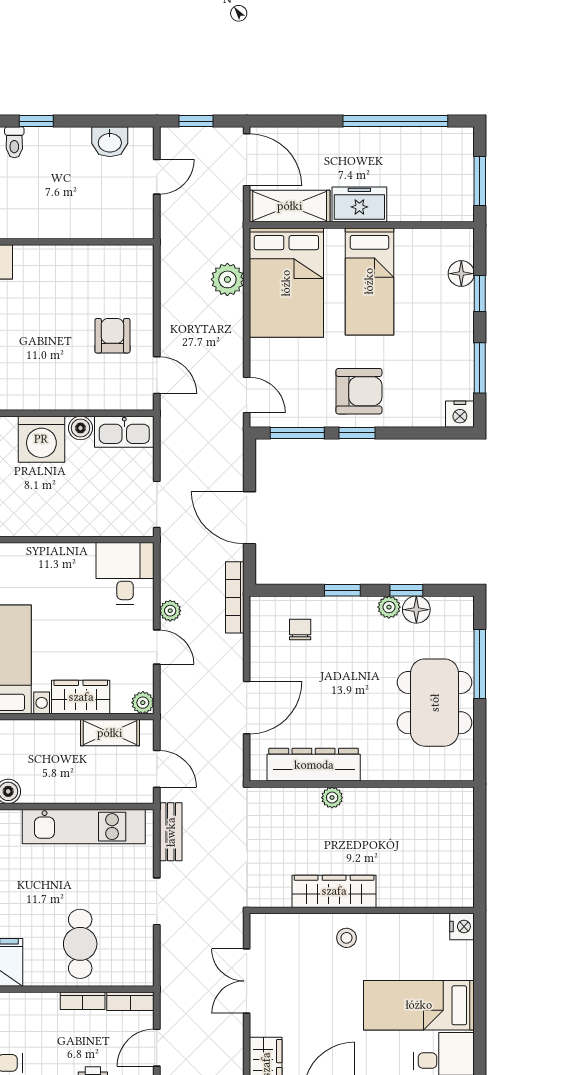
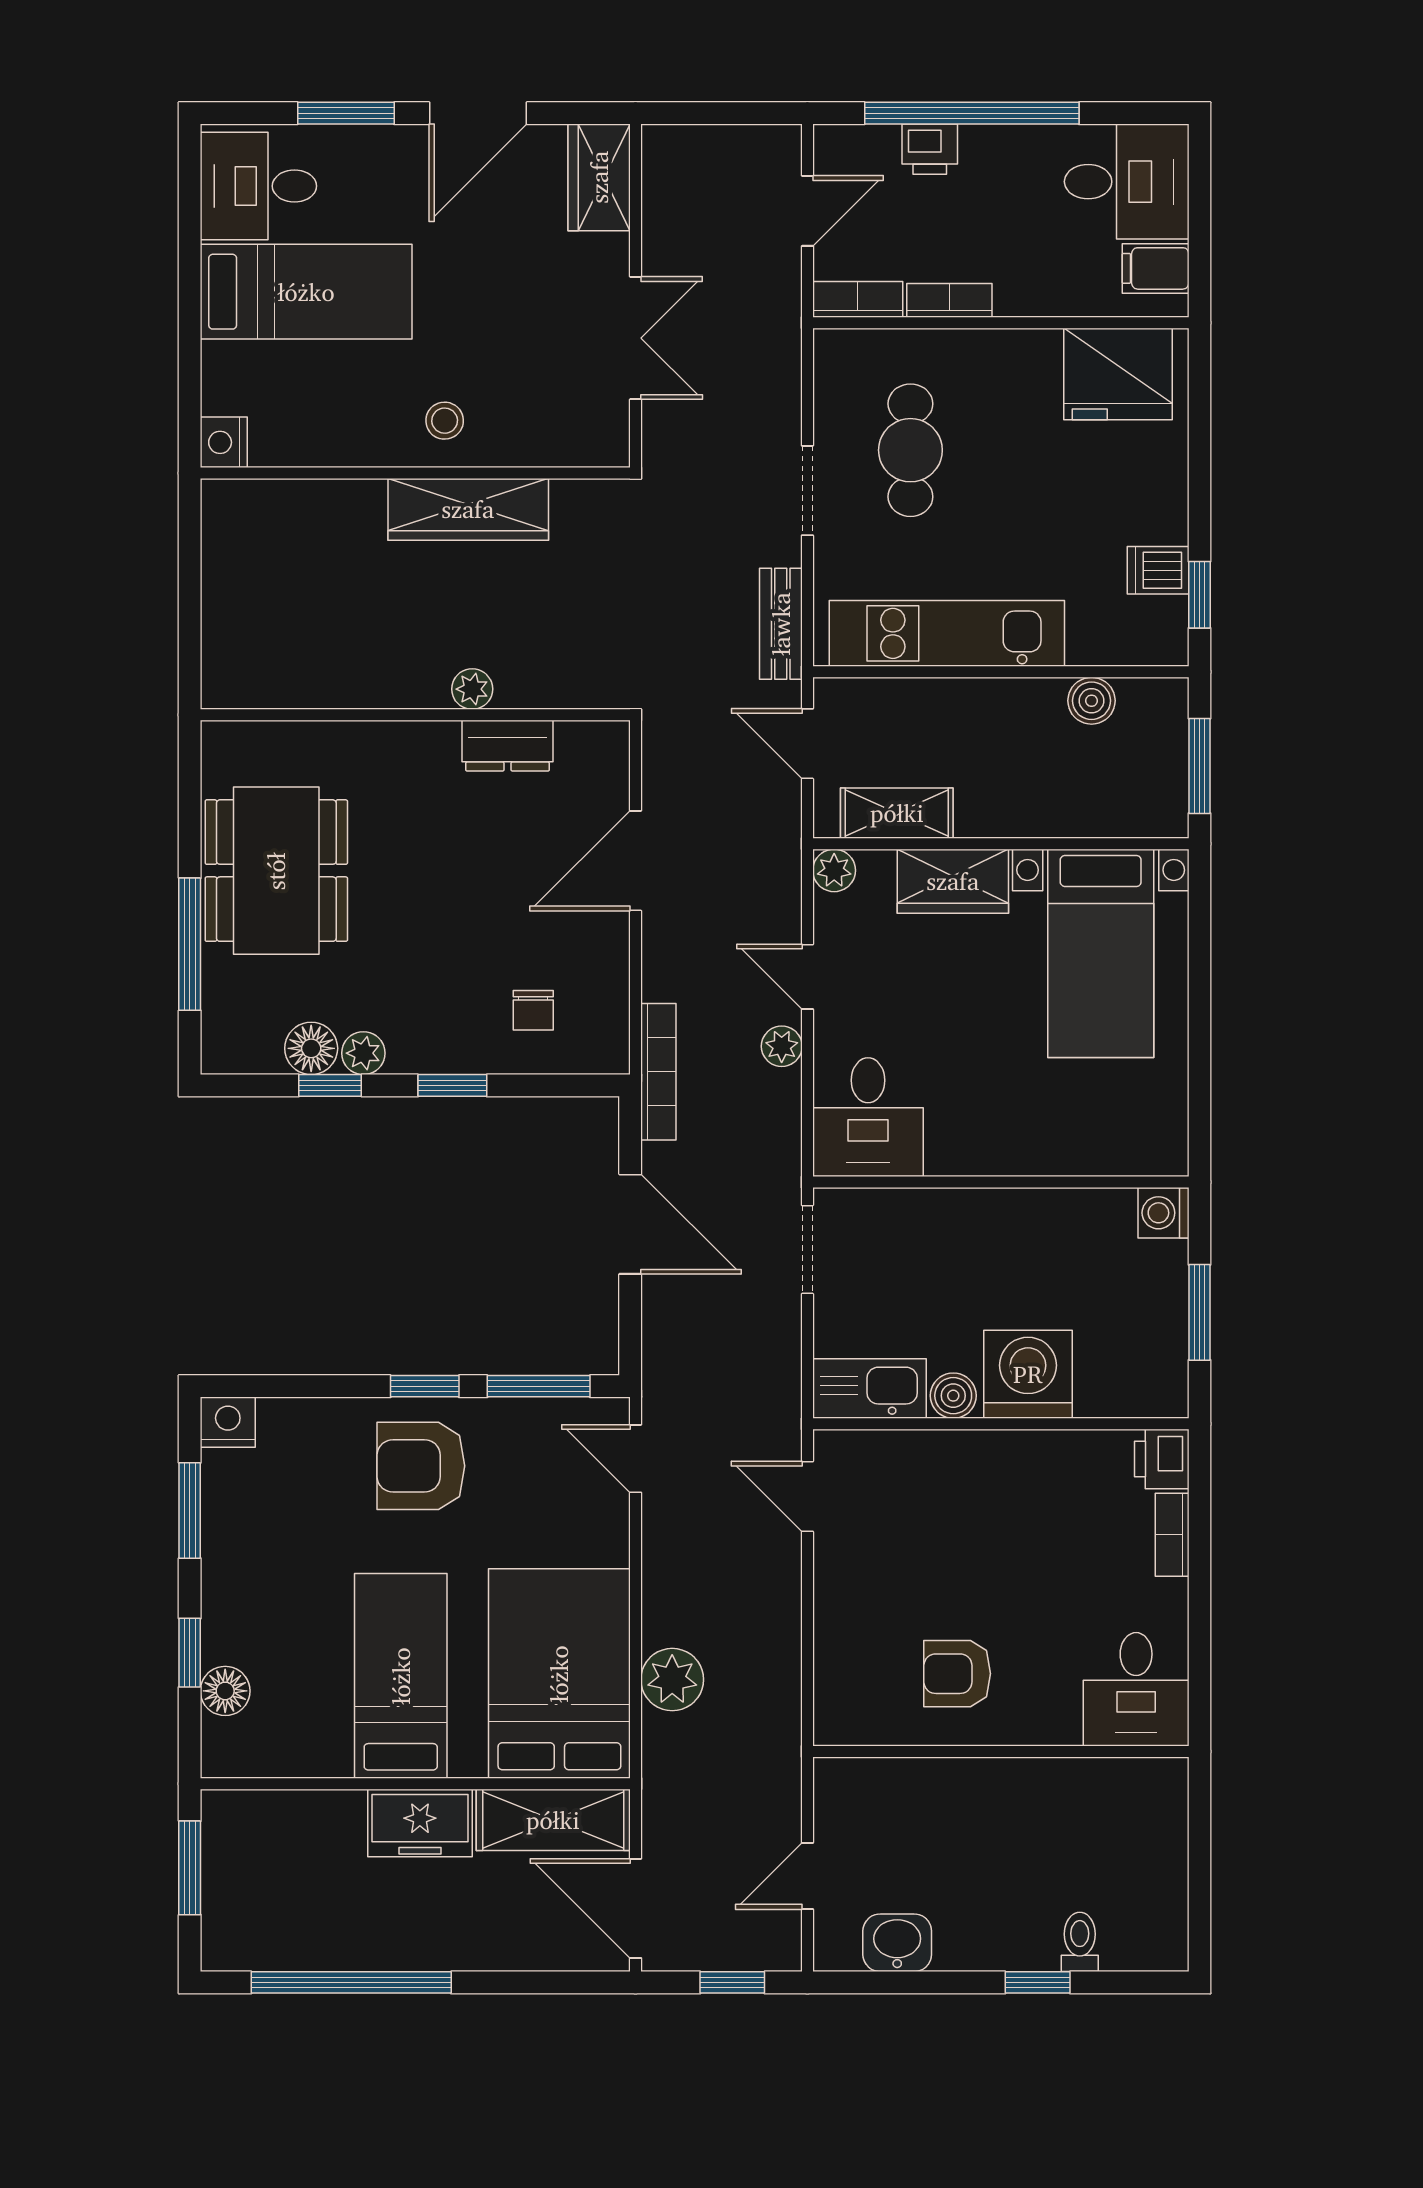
armchair: (112, 336) -> (957, 1674), moved, turned 90
dresser: (314, 765) -> (507, 746), width x0.51, depth x0.80
cafe table: (80, 944) -> (910, 450), moved

